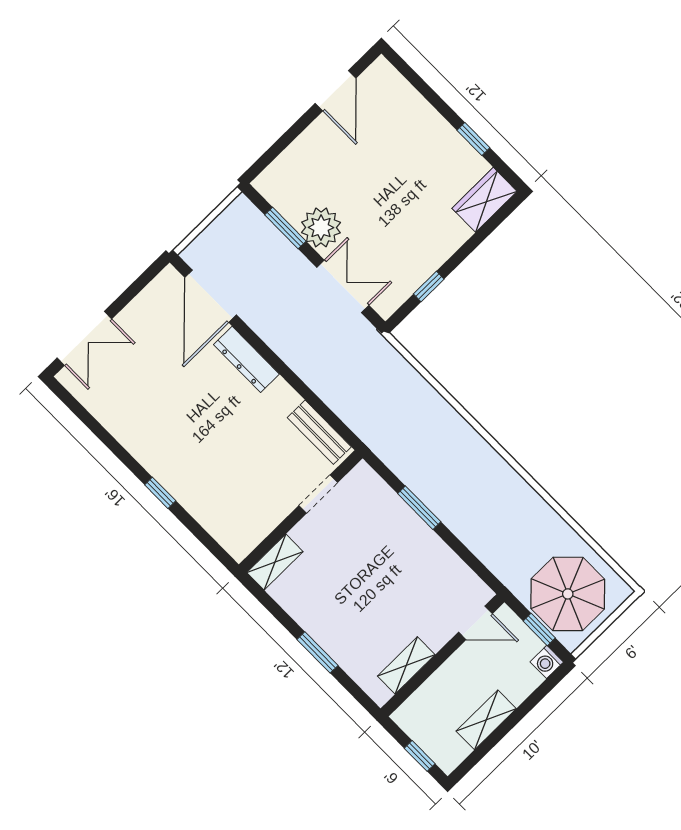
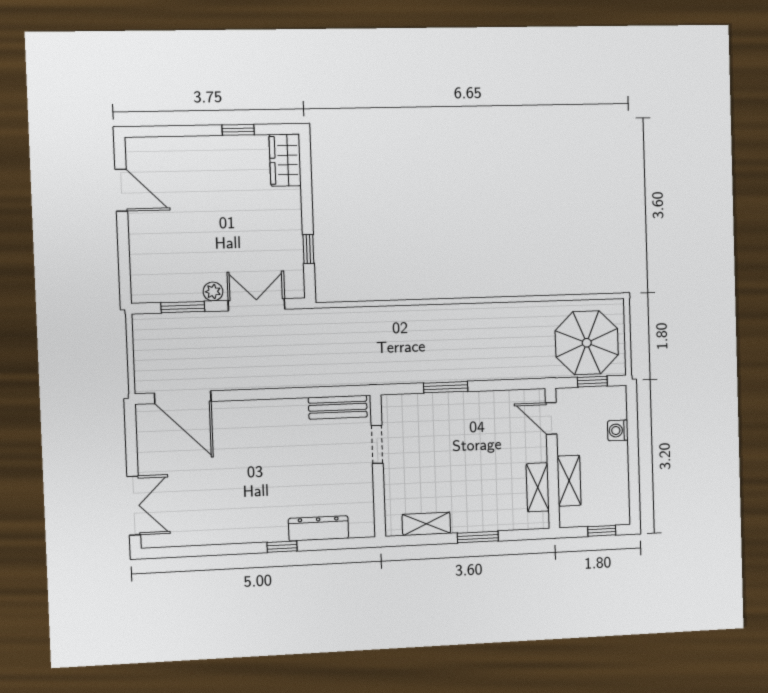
plant: (321, 227) -> (213, 292), width x0.53, depth x0.53
dresser: (246, 359) -> (318, 528), moved, turned 180
shelving: (275, 562) -> (426, 524), moved, turned 90
door: (475, 623) -> (551, 418), swing flipped
washing machine: (547, 662) -> (618, 430), moved, turned 90
shelving: (486, 720) -> (569, 481), moved

